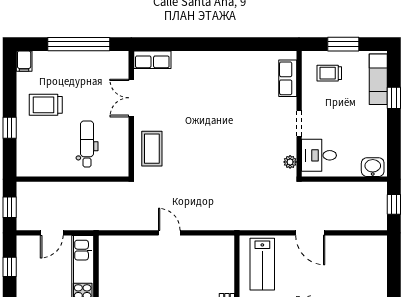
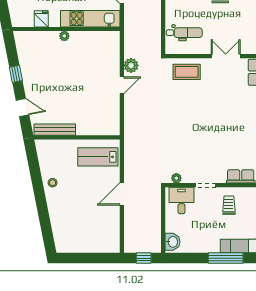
trolley: (329, 73) -> (229, 205), moved
window: (394, 98) -> (226, 258), width x2.17
dental chair: (87, 144) -> (184, 33), moved
plant: (143, 221) -> (131, 65), added

